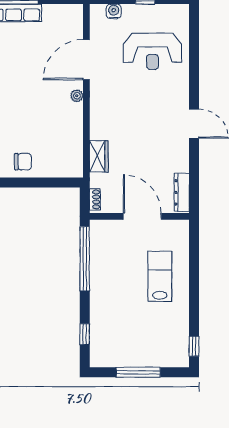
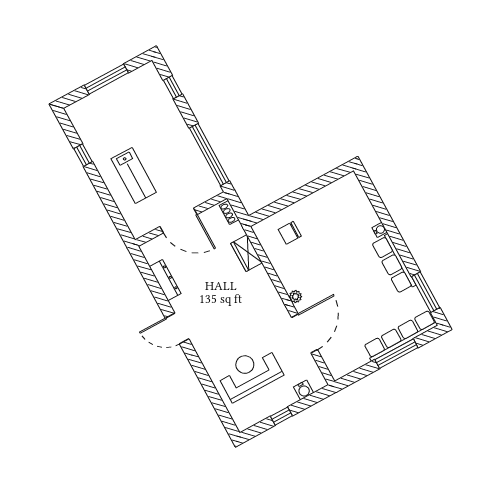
chair: (23, 162) -> (290, 233), moved
dresser: (182, 192) -> (165, 280), moved
window: (194, 346) -> (83, 155), moved

